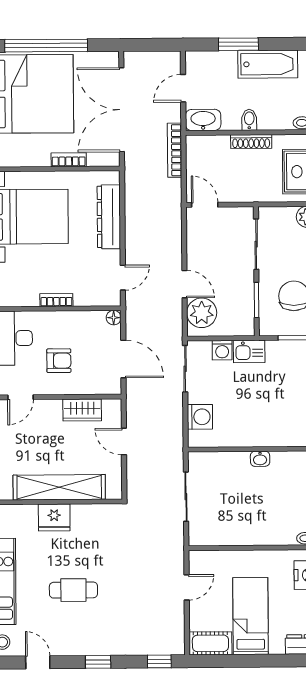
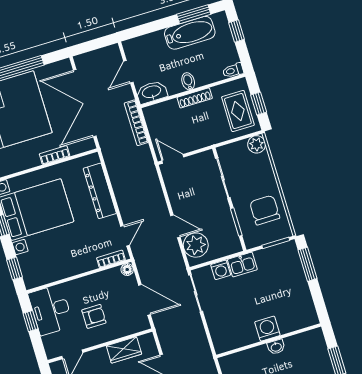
window: (238, 44) -> (194, 14), moved
bookcase: (56, 300) -> (111, 259), moved
washing machine: (200, 417) -> (267, 329), moved, turned -90

